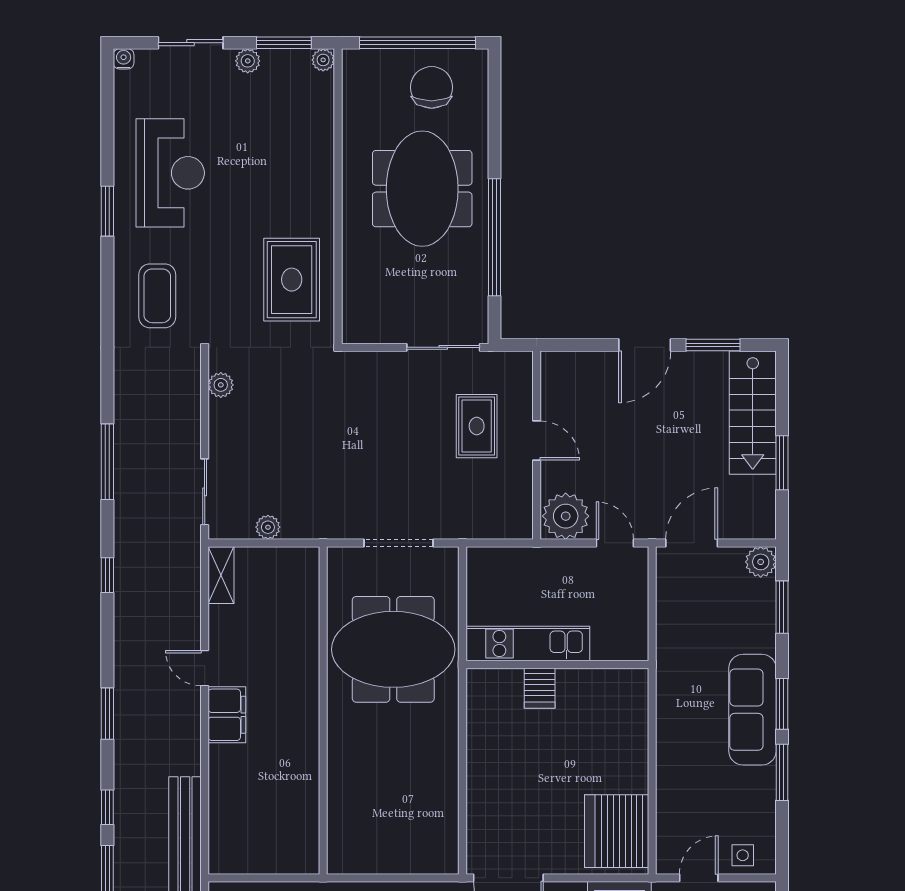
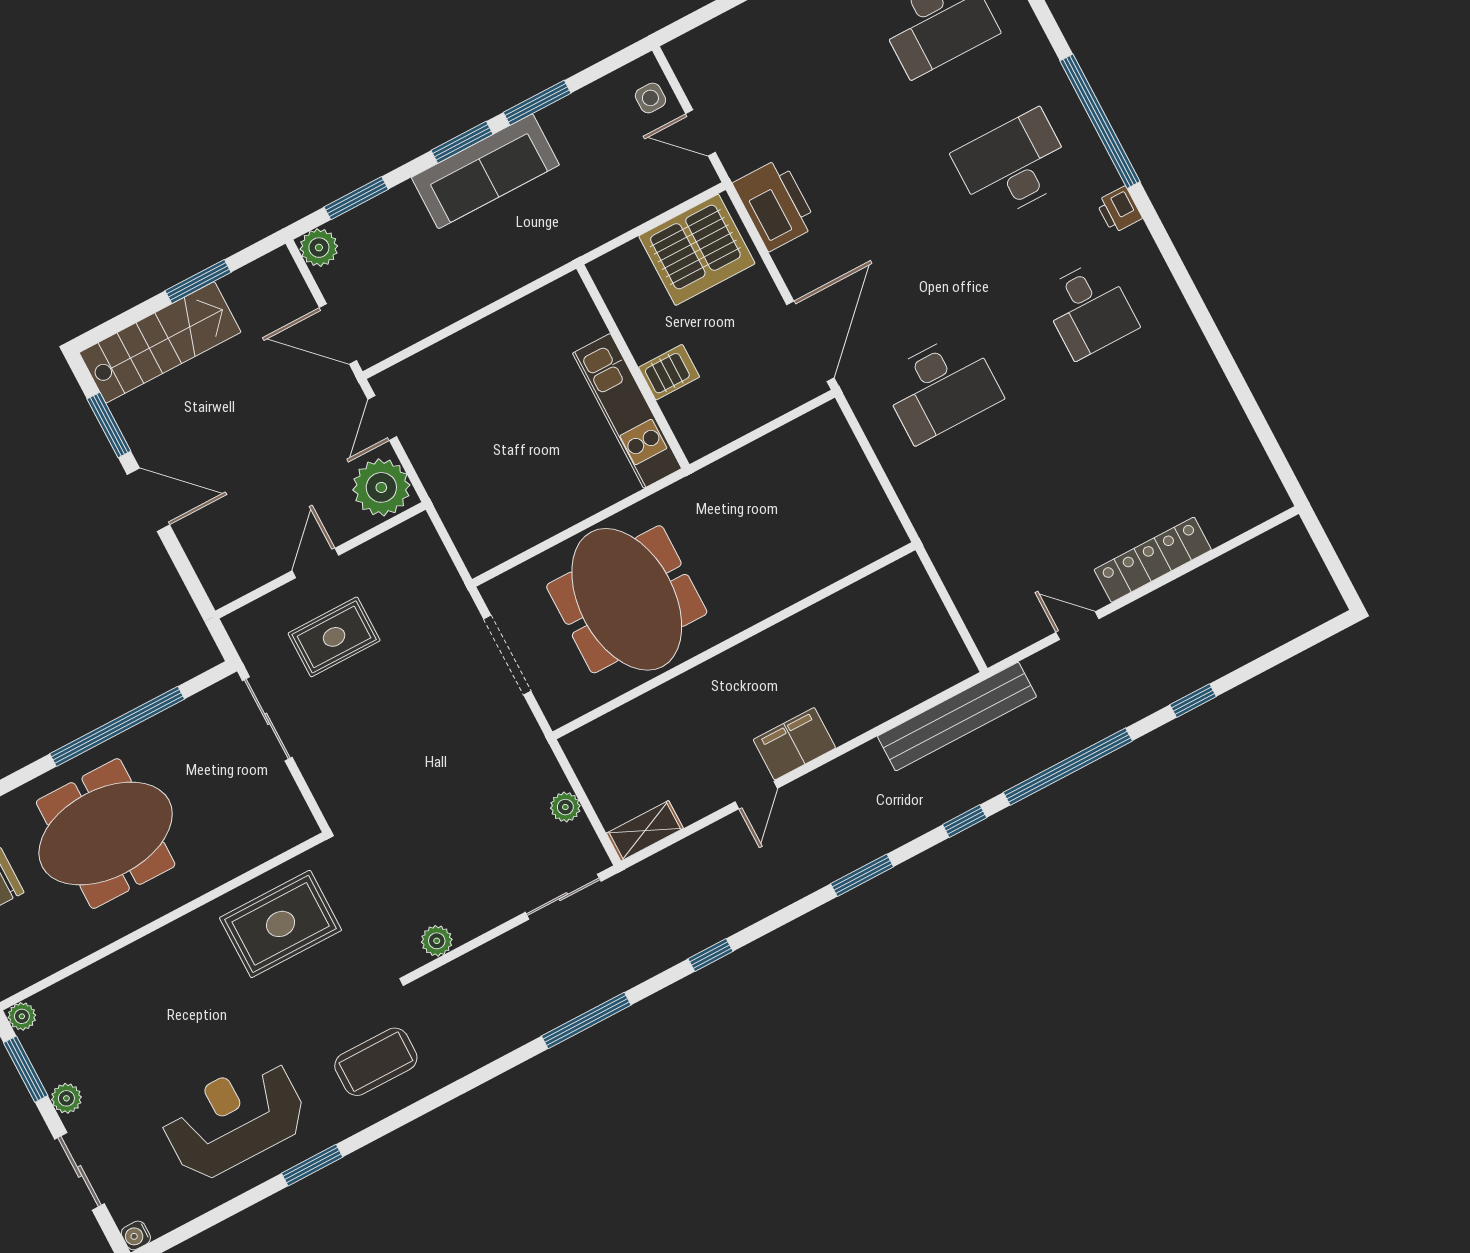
kitchen unit: (528, 644) -> (627, 411), moved
wall: (557, 664) -> (633, 366), moved
server rack: (540, 688) -> (669, 372), moved

